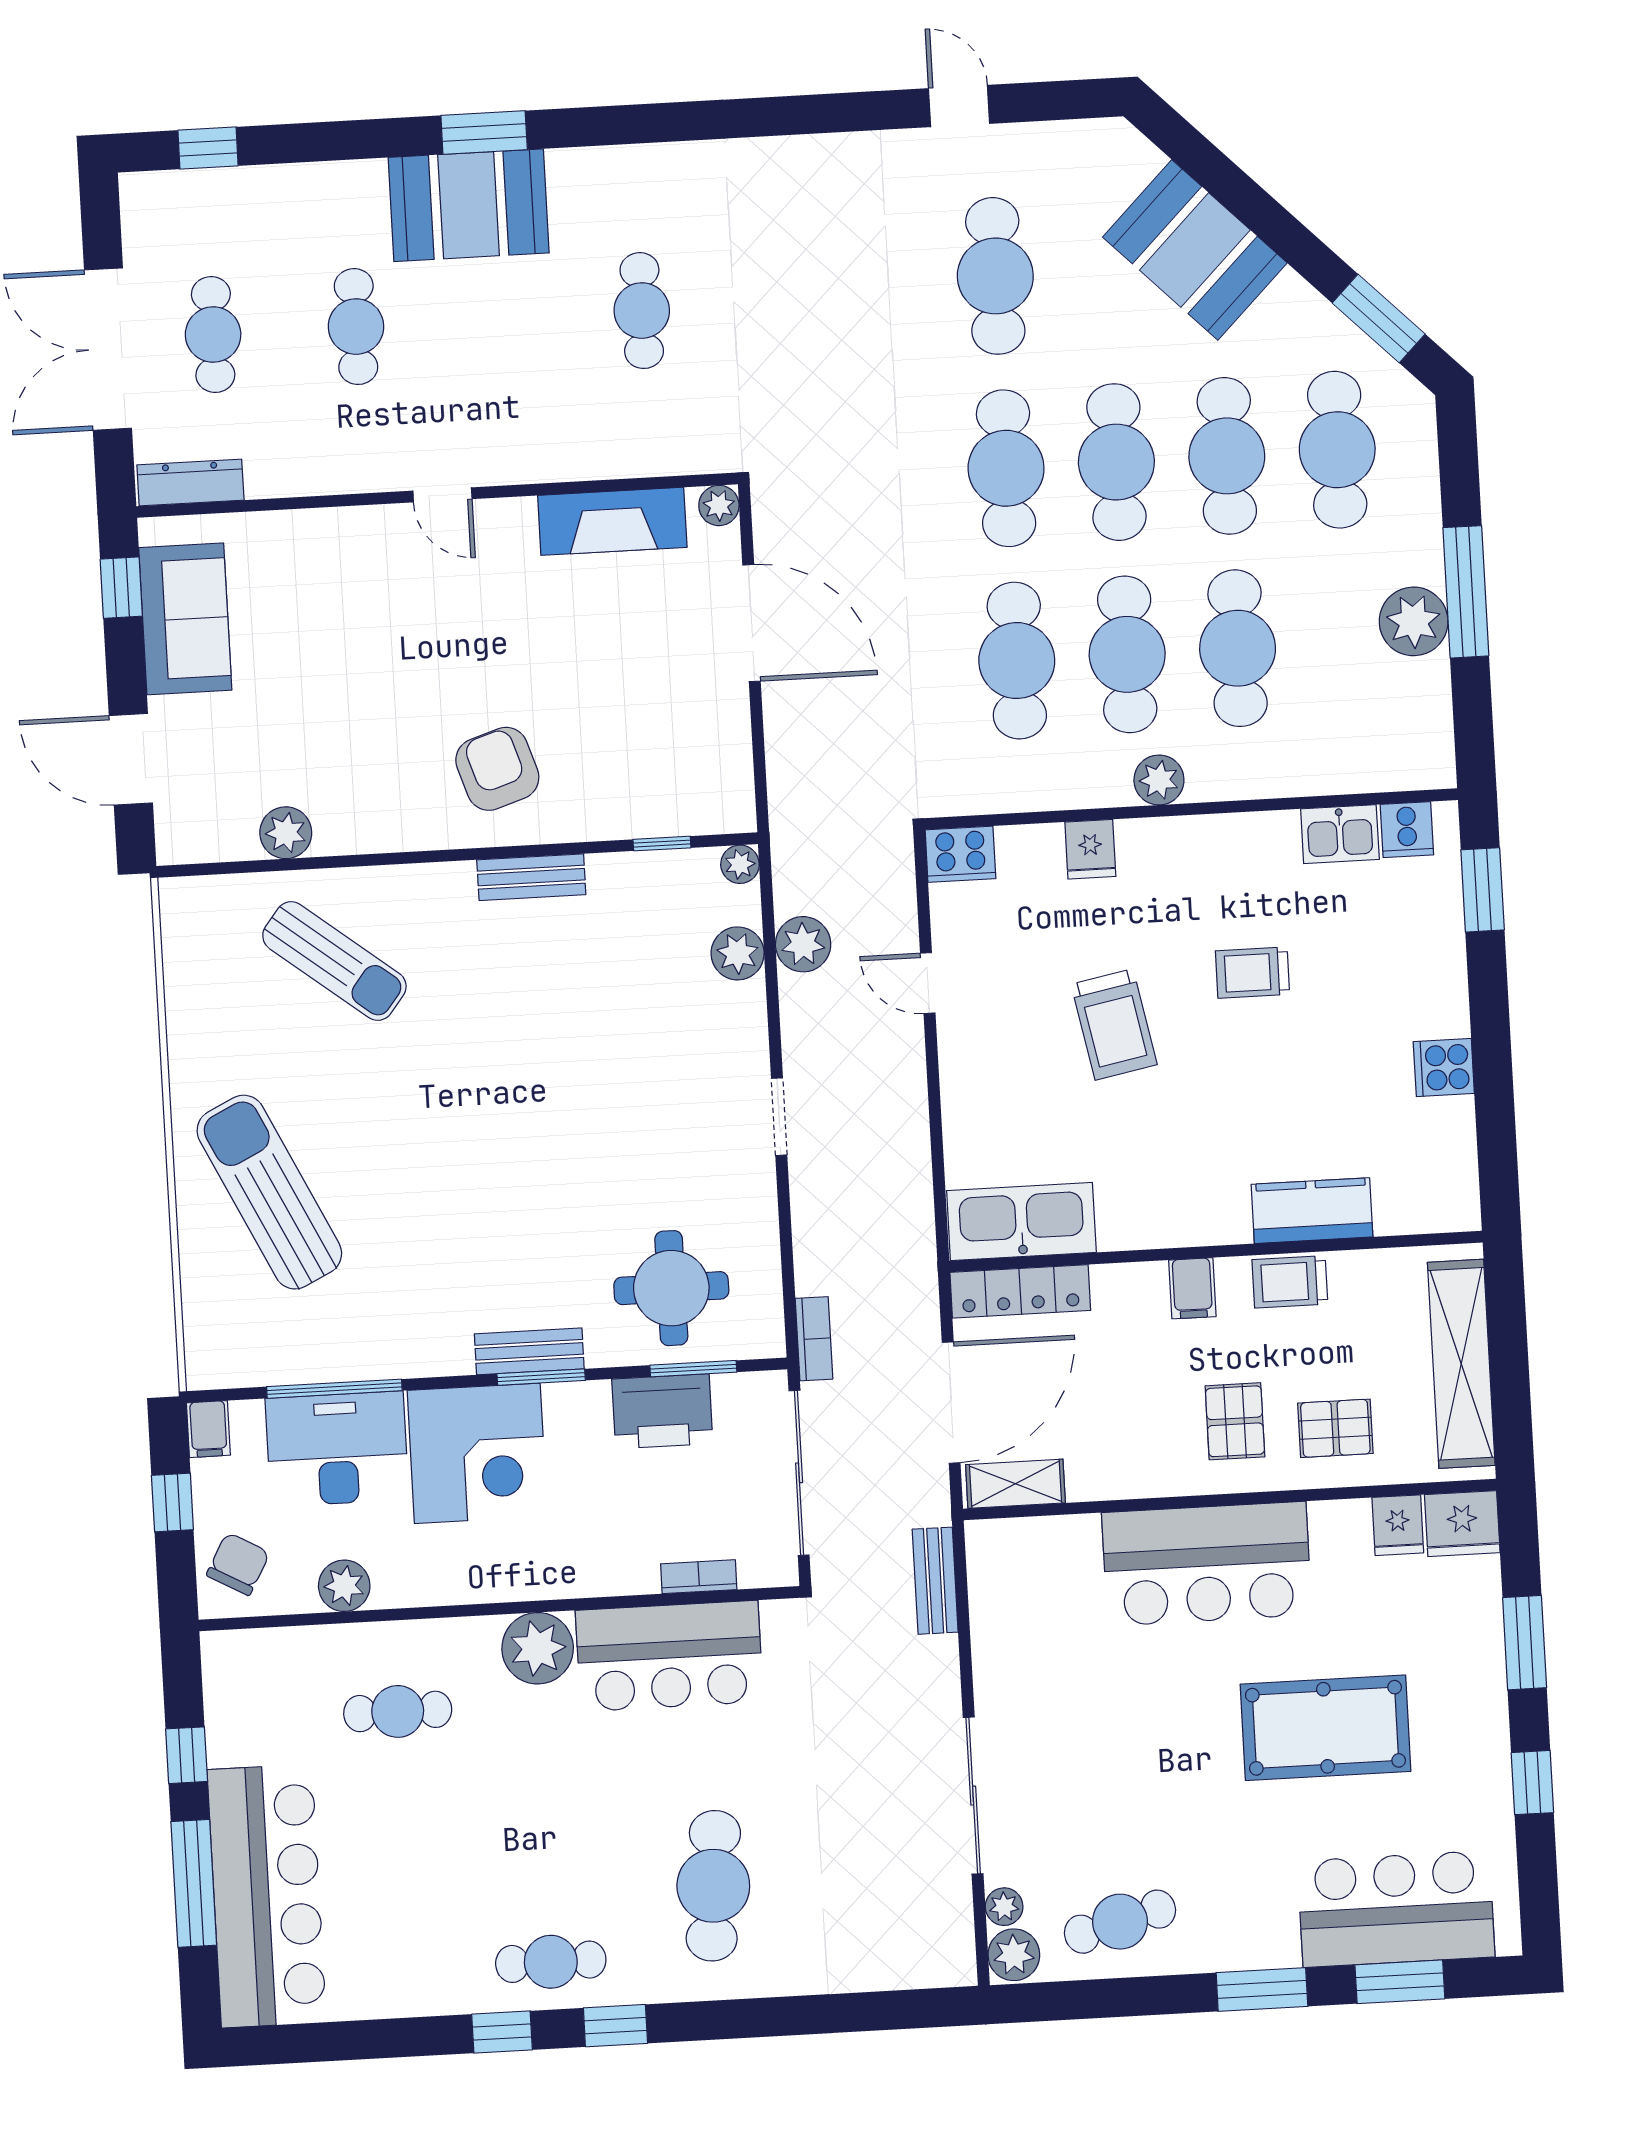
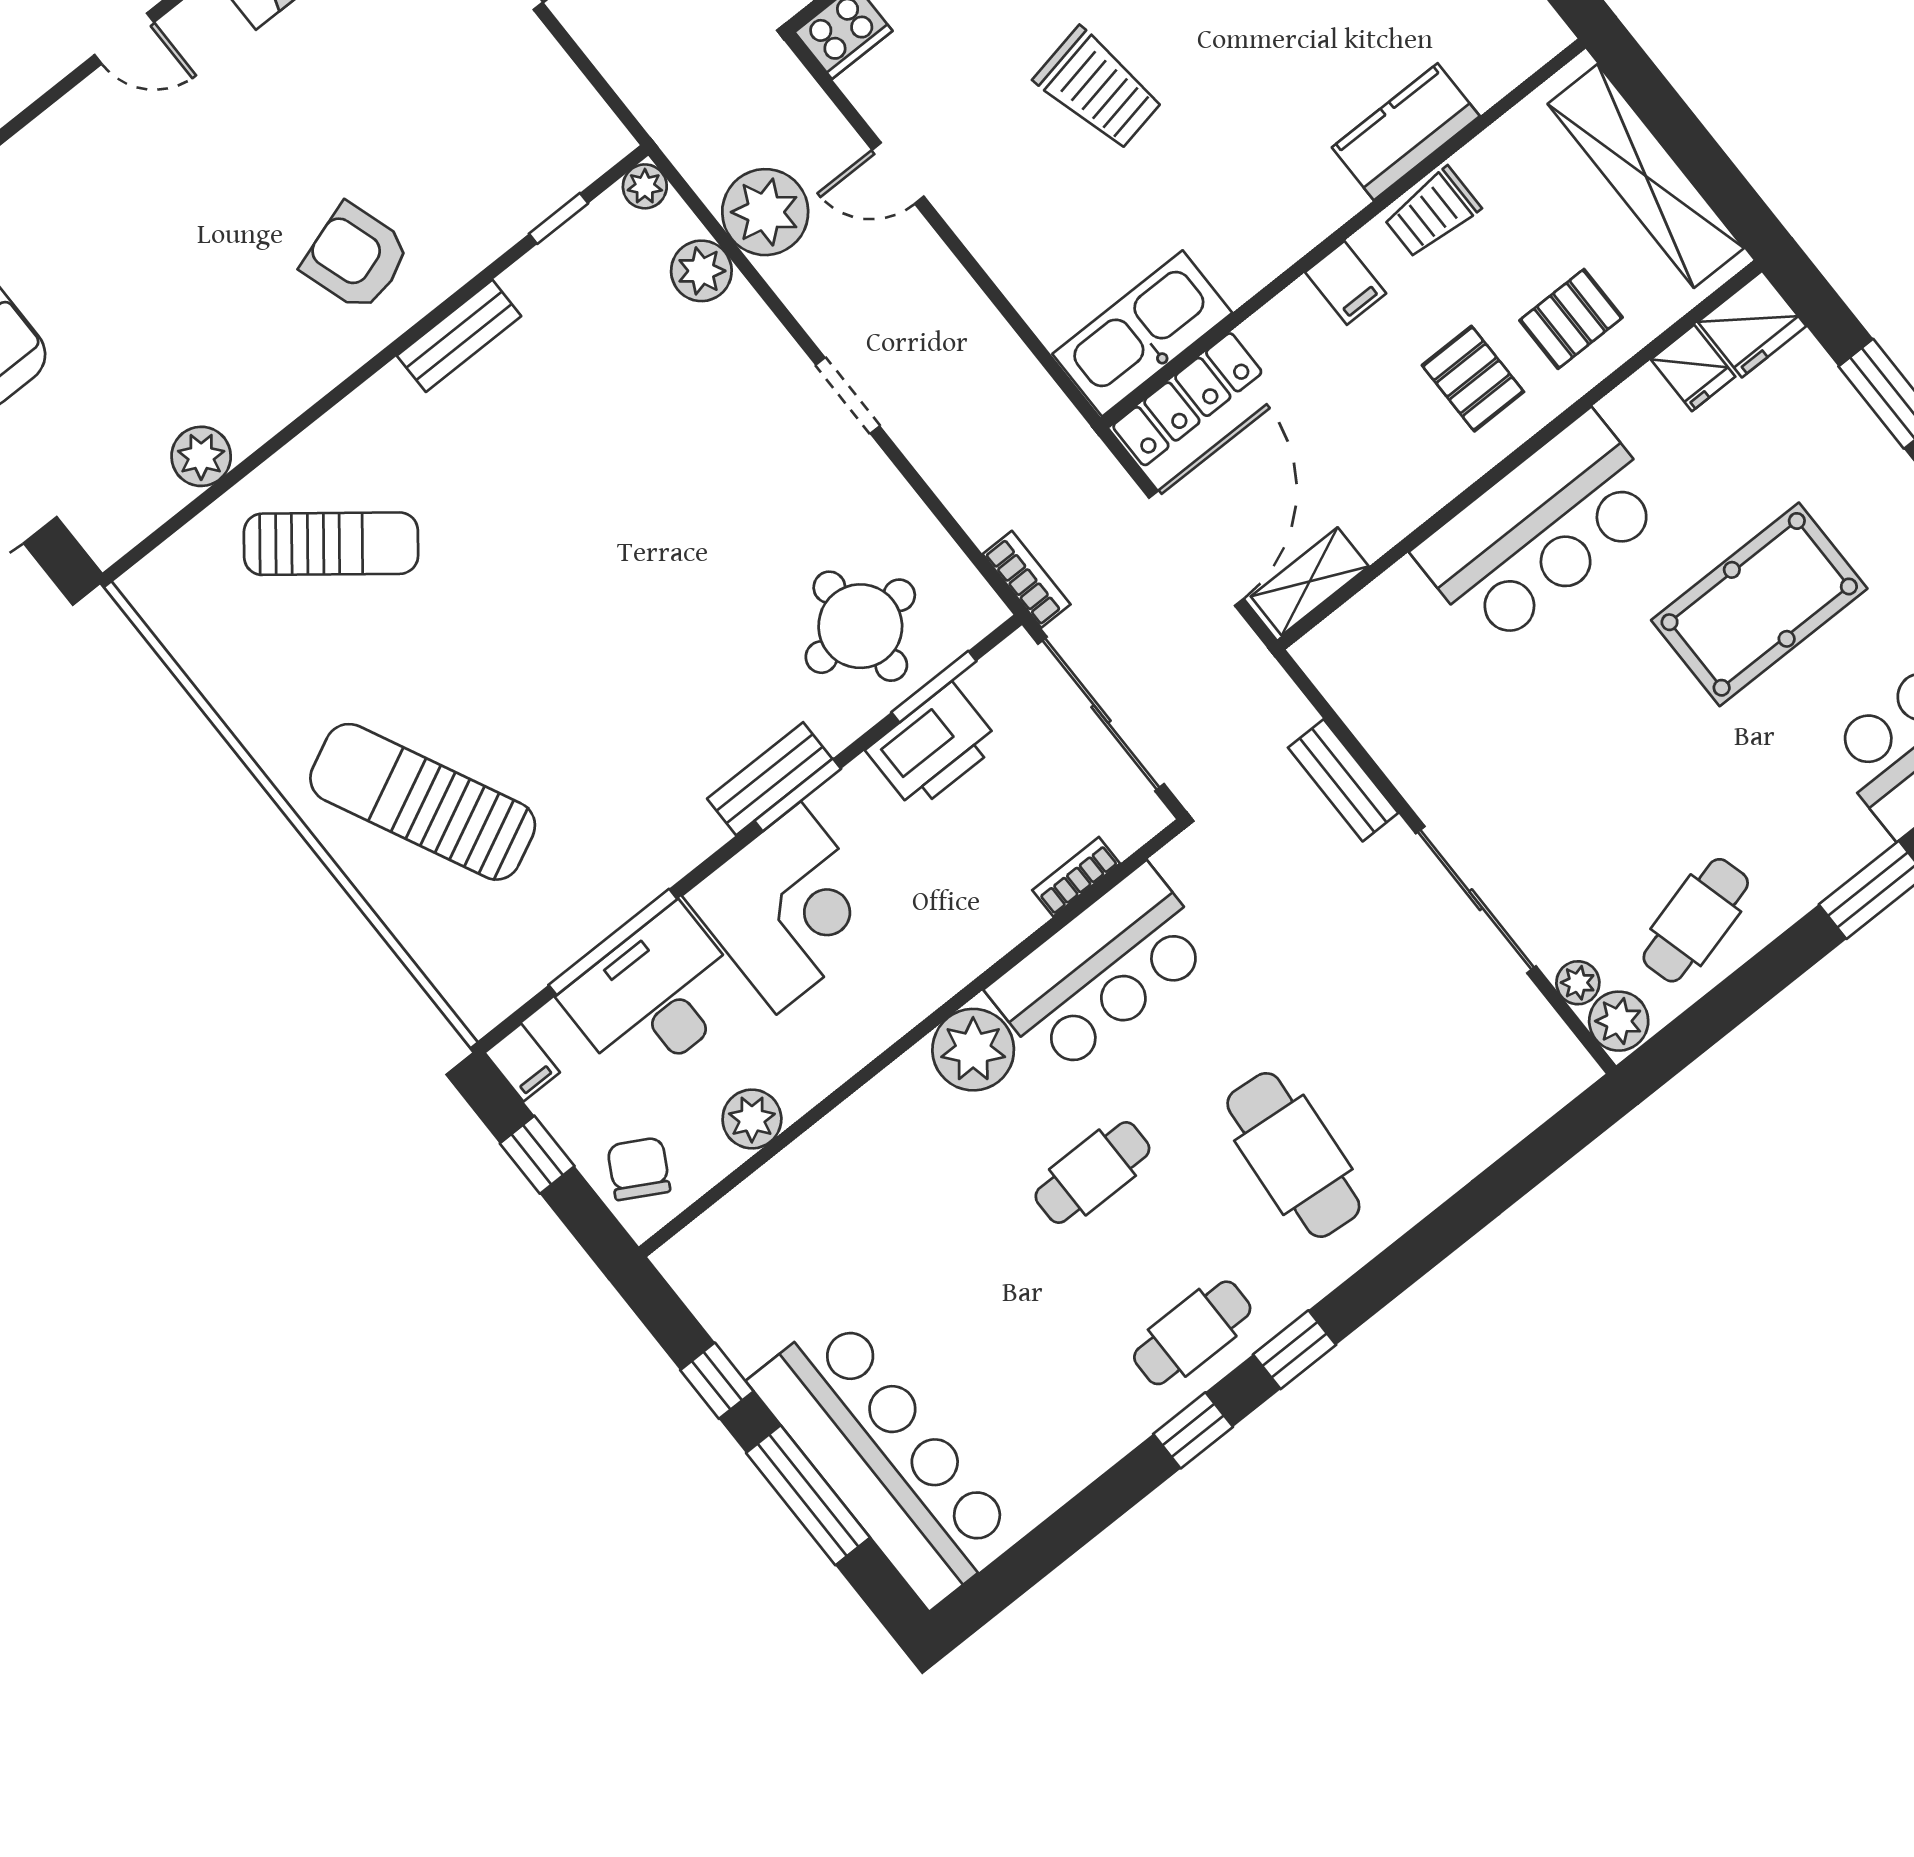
plant: (803, 944) -> (765, 212), width x1.36, depth x1.36
bench: (935, 1581) -> (1343, 780), moved
cafe table: (398, 1711) -> (1092, 1172), moved

